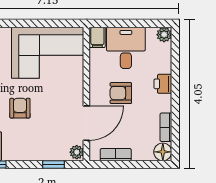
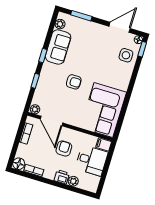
plant: (164, 35) -> (73, 181), moved
window: (53, 164) -> (35, 81), moved

